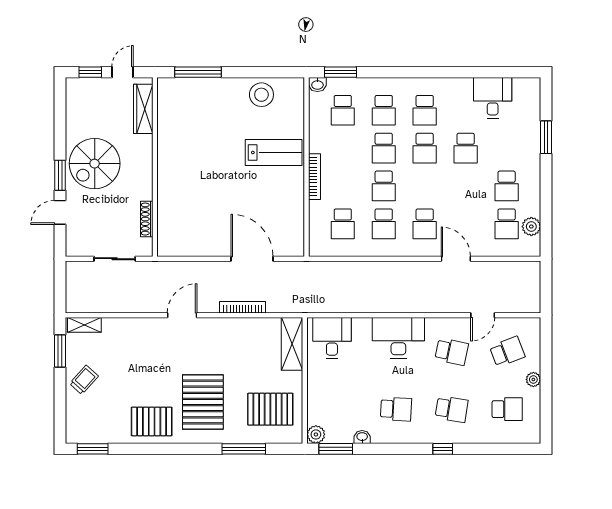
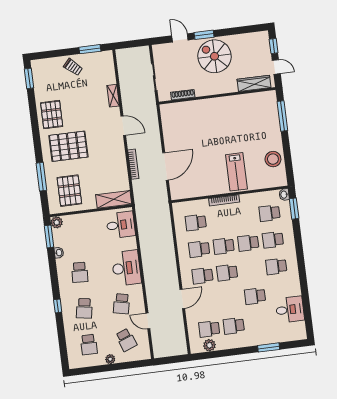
school desk: (425, 148) -> (227, 273), moved
shelving: (84, 325) -> (113, 96), moved

